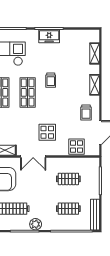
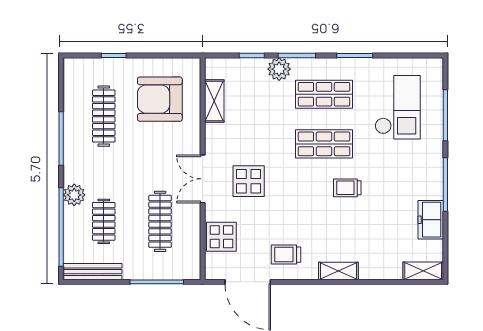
freezer: (49, 36) -> (431, 220), moved
shelving: (95, 53) -> (423, 271), moved
double door: (33, 156) -> (203, 179), moved
clothes rail: (68, 179) -> (160, 221), width x1.36
plant: (36, 224) -> (74, 195), moved

